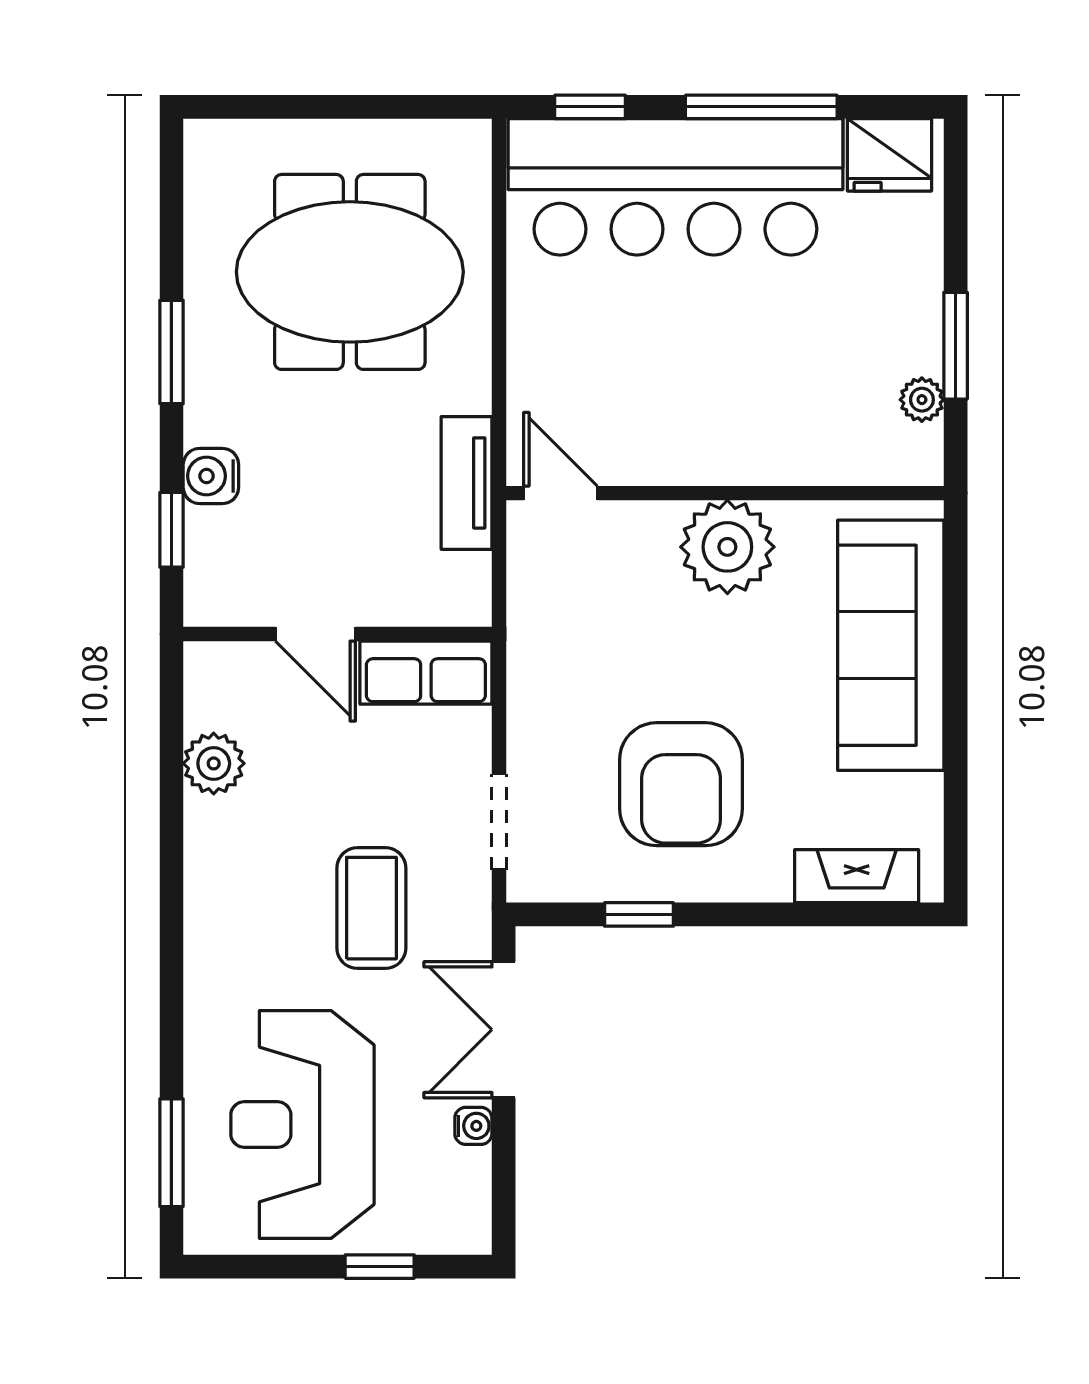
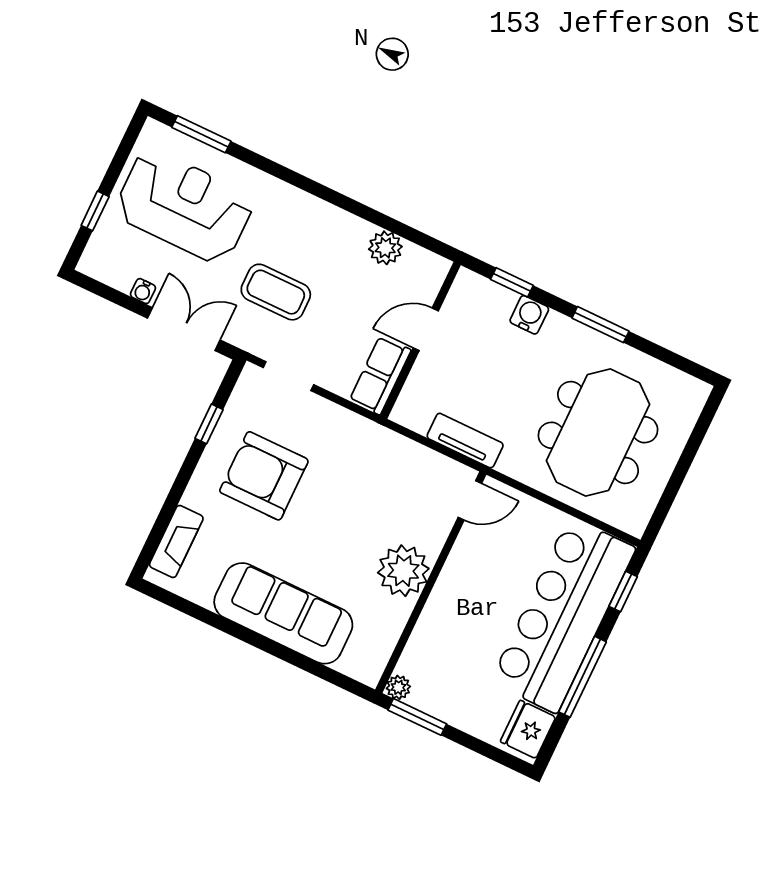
door: (561, 493) -> (470, 500), moved
wall: (725, 493) -> (431, 582), moved
plant: (727, 547) -> (403, 571), moved

